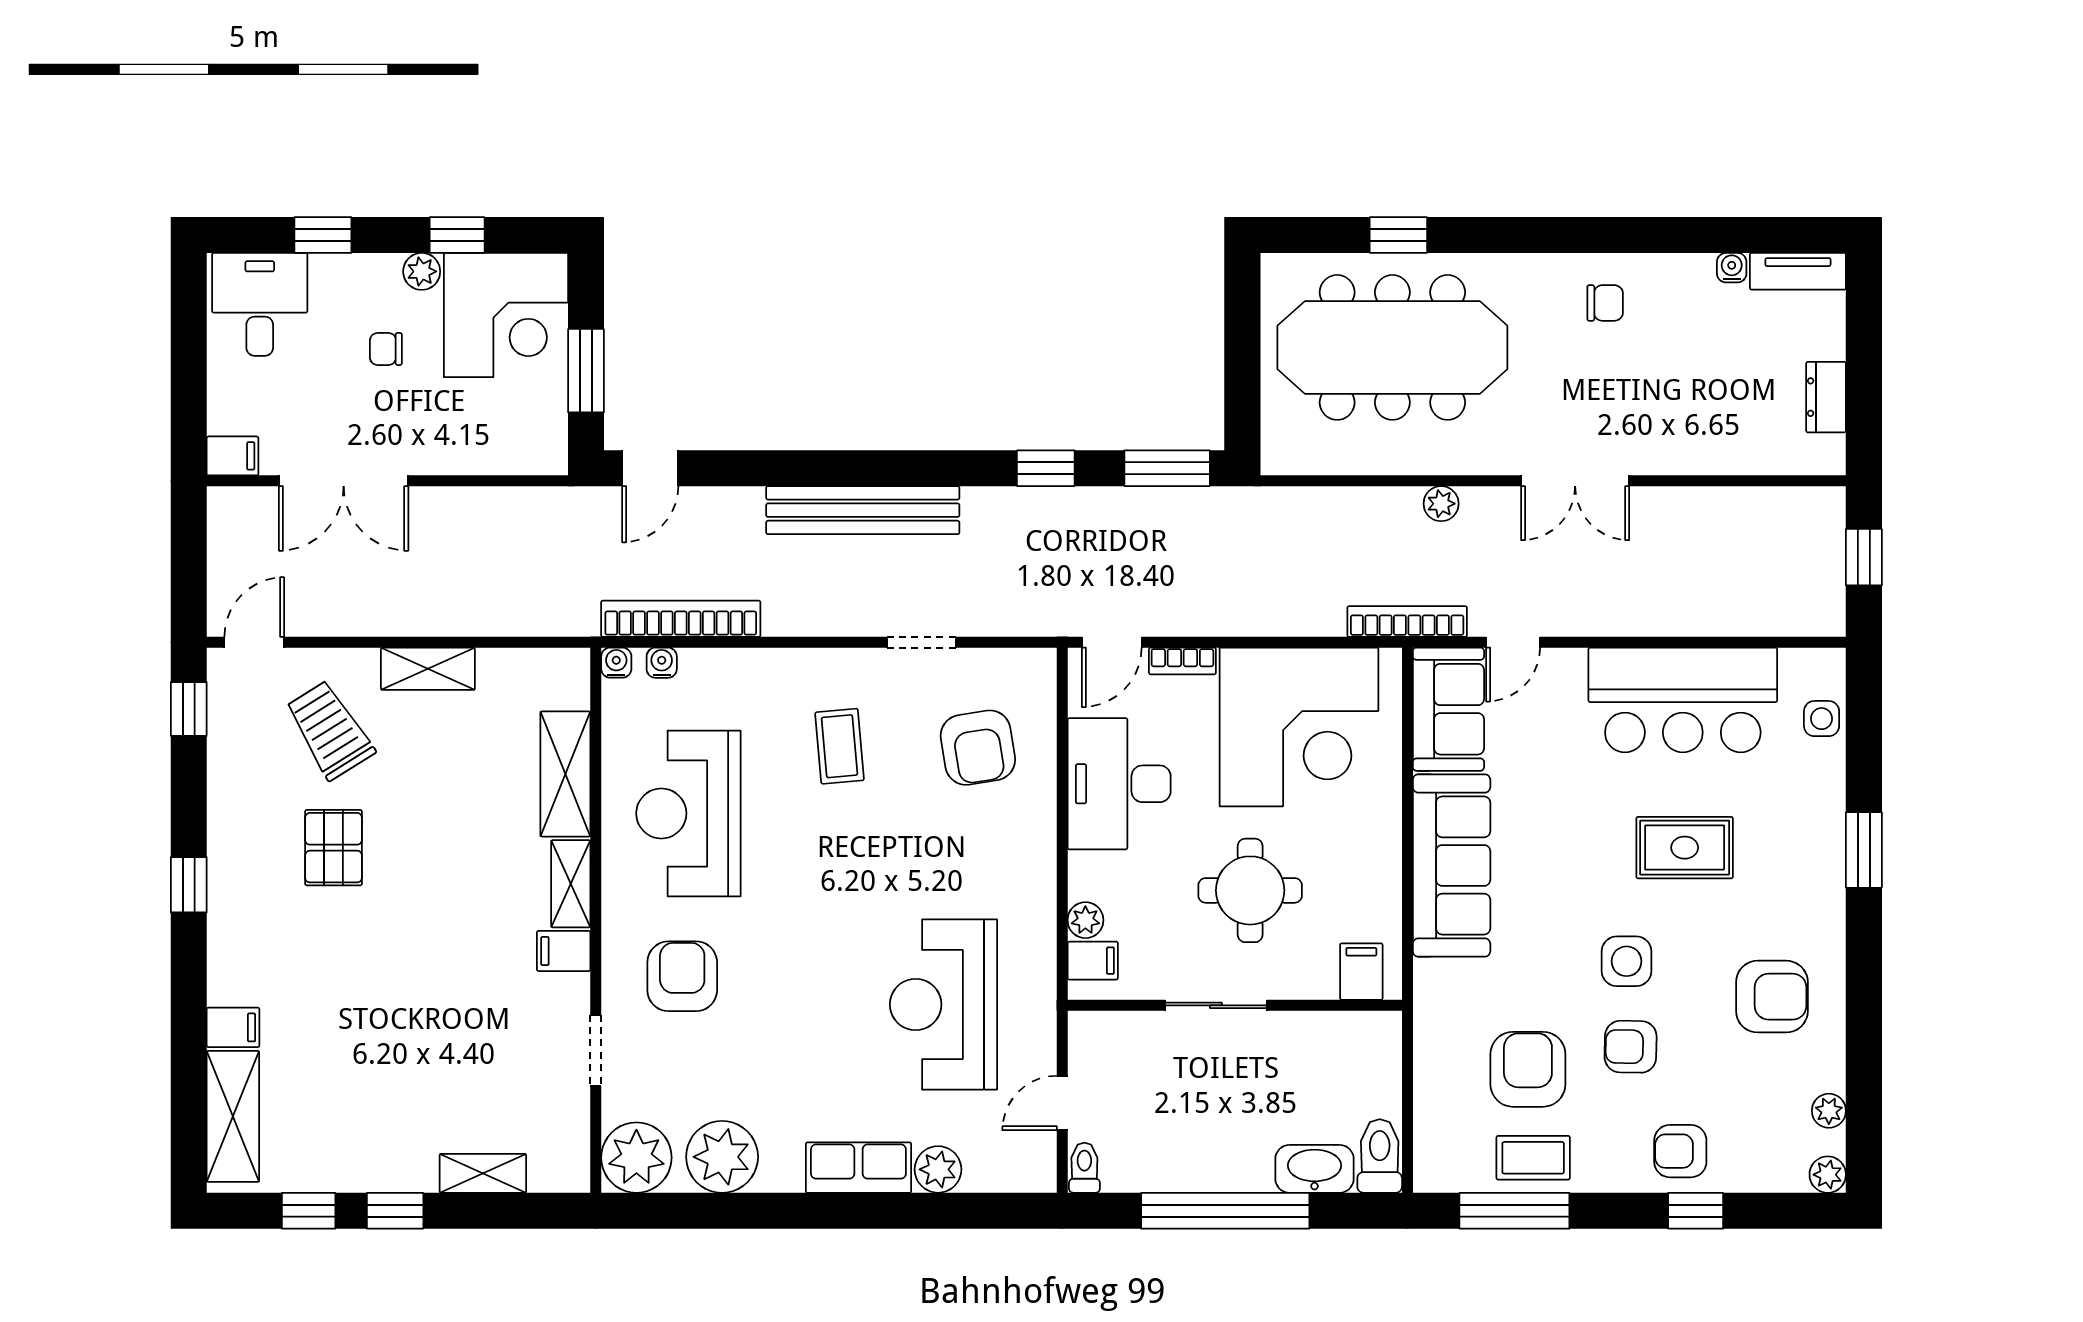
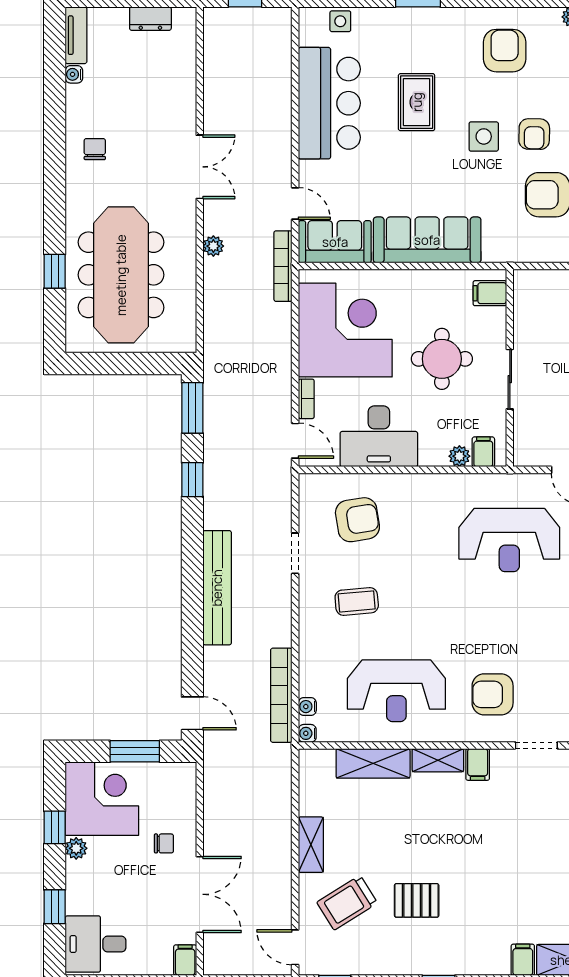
chair: (386, 349) -> (164, 843), moved, turned -90

